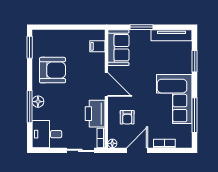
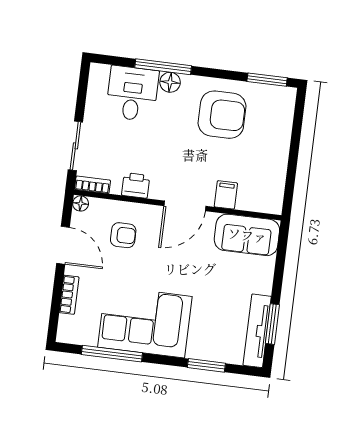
window: (141, 27) -> (272, 324), moved
filing cabinet: (97, 46) -> (226, 195), moved
armchair: (53, 70) -> (222, 115), turned -90
printer: (95, 114) -> (136, 185), width x0.53, depth x0.68
armchair: (127, 117) -> (123, 235), turned 180
desk: (47, 134) -> (132, 94), moved

